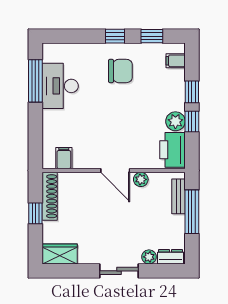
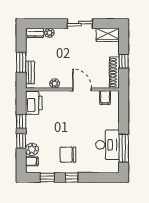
plant: (175, 121) -> (32, 149), moved
door: (115, 171) -> (82, 89), moved
window: (192, 212) -> (21, 62), width x0.69
sliding door: (119, 271) -> (80, 24), moved

